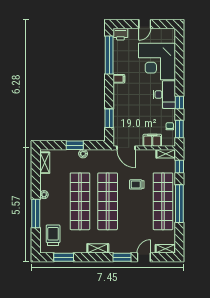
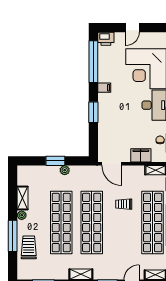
window: (109, 118) -> (93, 112), moved
shelving: (45, 163) -> (22, 198), moved
trolley: (53, 235) -> (29, 247), moved

